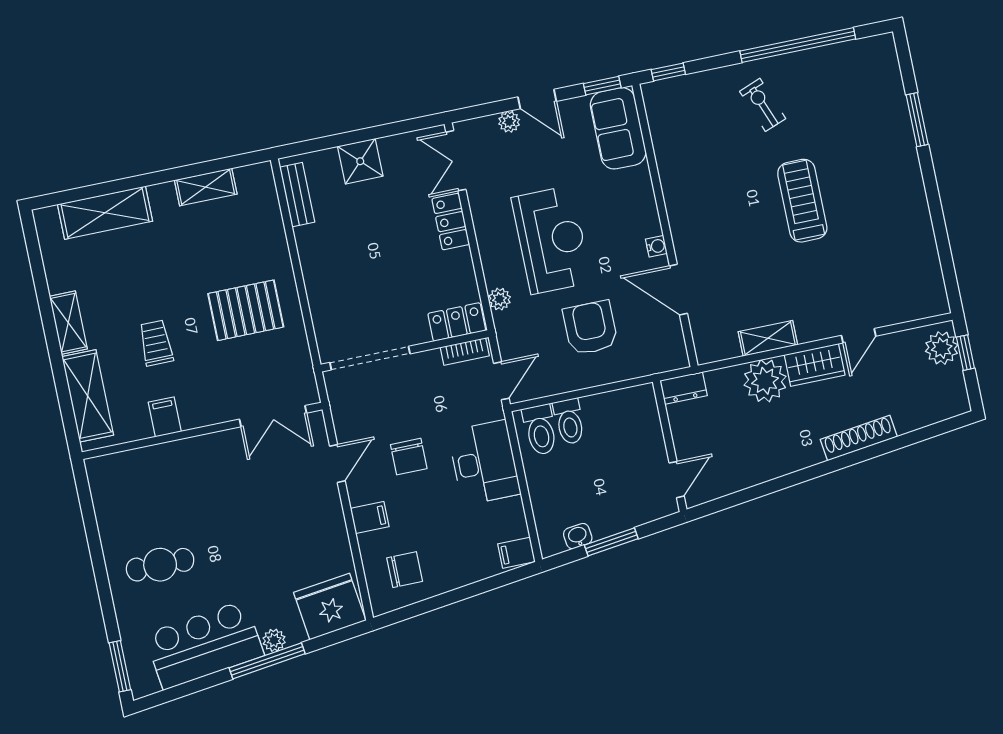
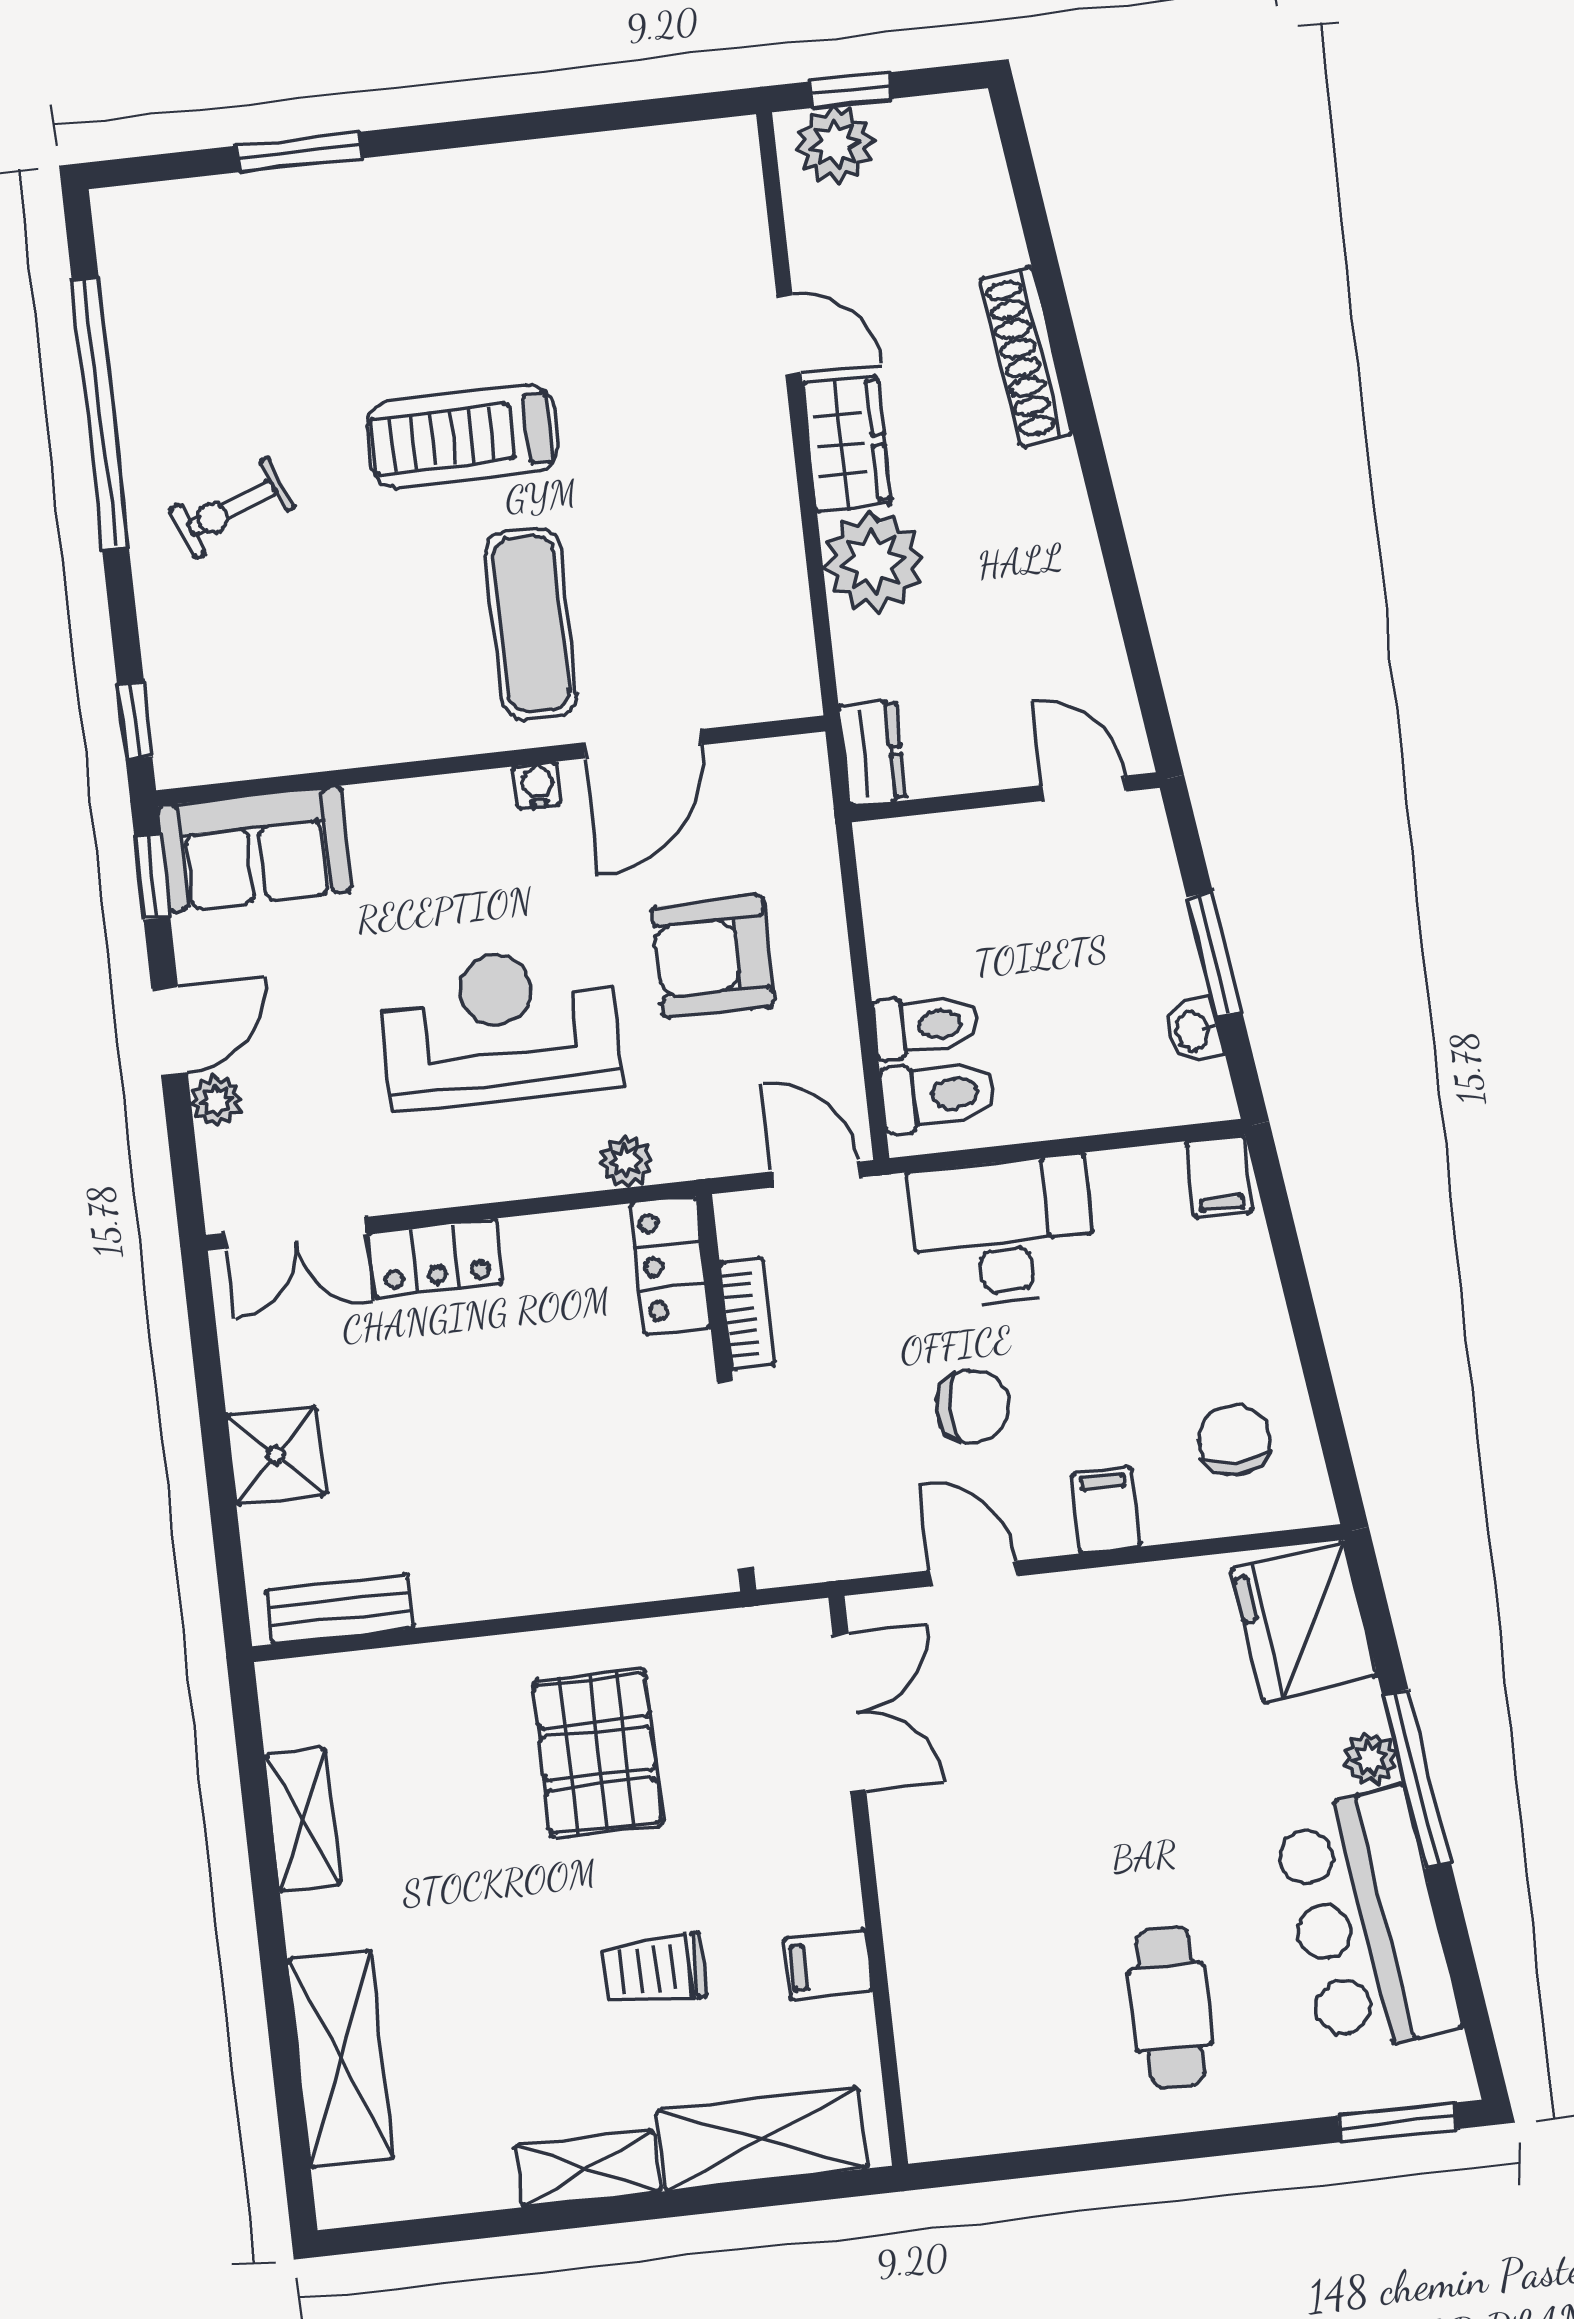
exercise mat: (725, 237) -> (531, 624), added
shelving: (768, 338) -> (775, 546), removed
bookcase: (465, 351) -> (747, 1314), moved

